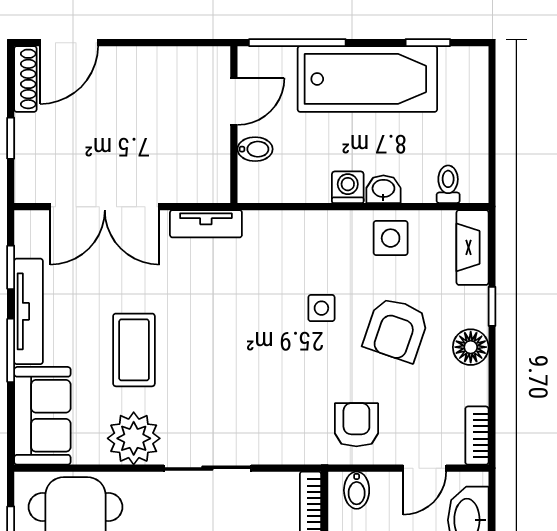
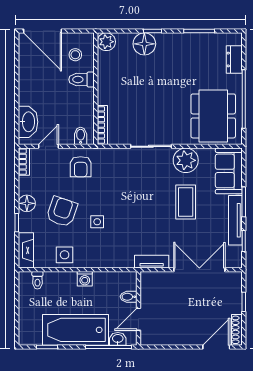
washbasin: (383, 189) -> (118, 339), moved, turned 180

